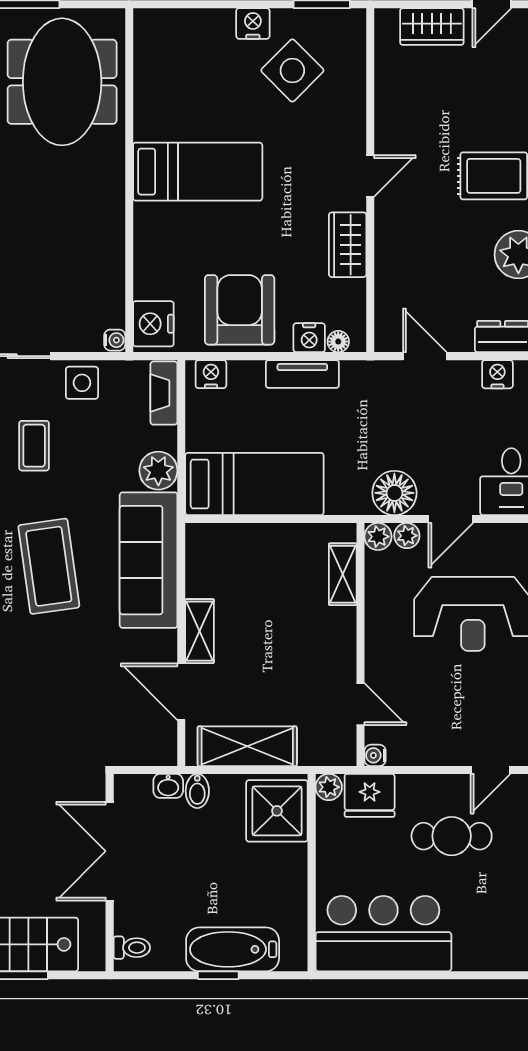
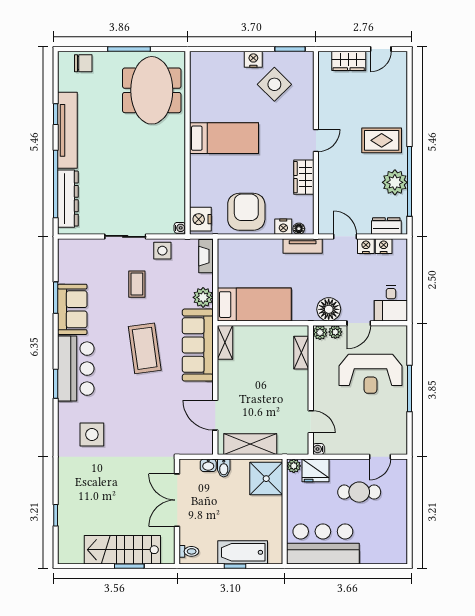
nightstand: (211, 374) -> (366, 246), moved
tv unit: (302, 374) -> (303, 246), moved
shelving: (200, 631) -> (225, 342), moved

